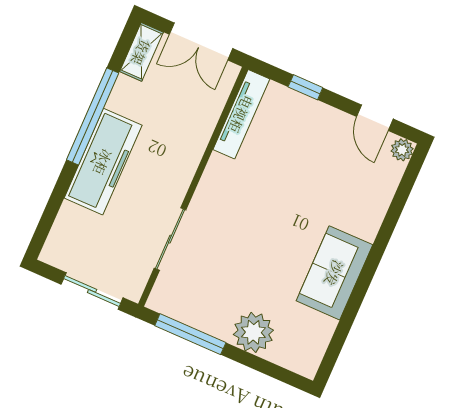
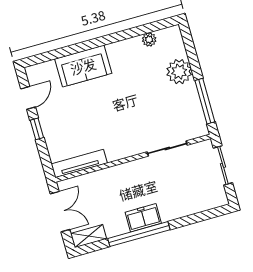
window: (305, 87) -> (37, 129), moved
plant: (402, 150) -> (149, 40), moved
freezer: (103, 162) -> (143, 218), width x0.52, depth x0.79
sofa: (334, 273) -> (83, 66), moved

